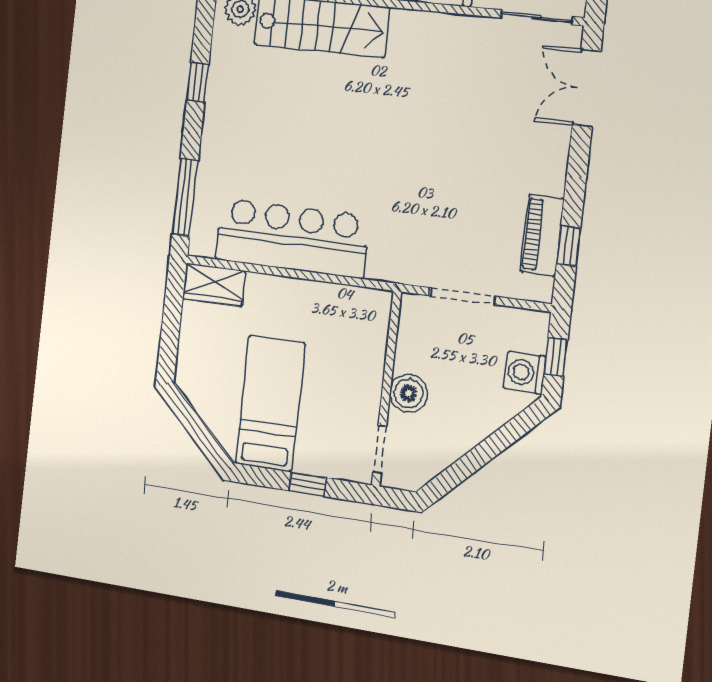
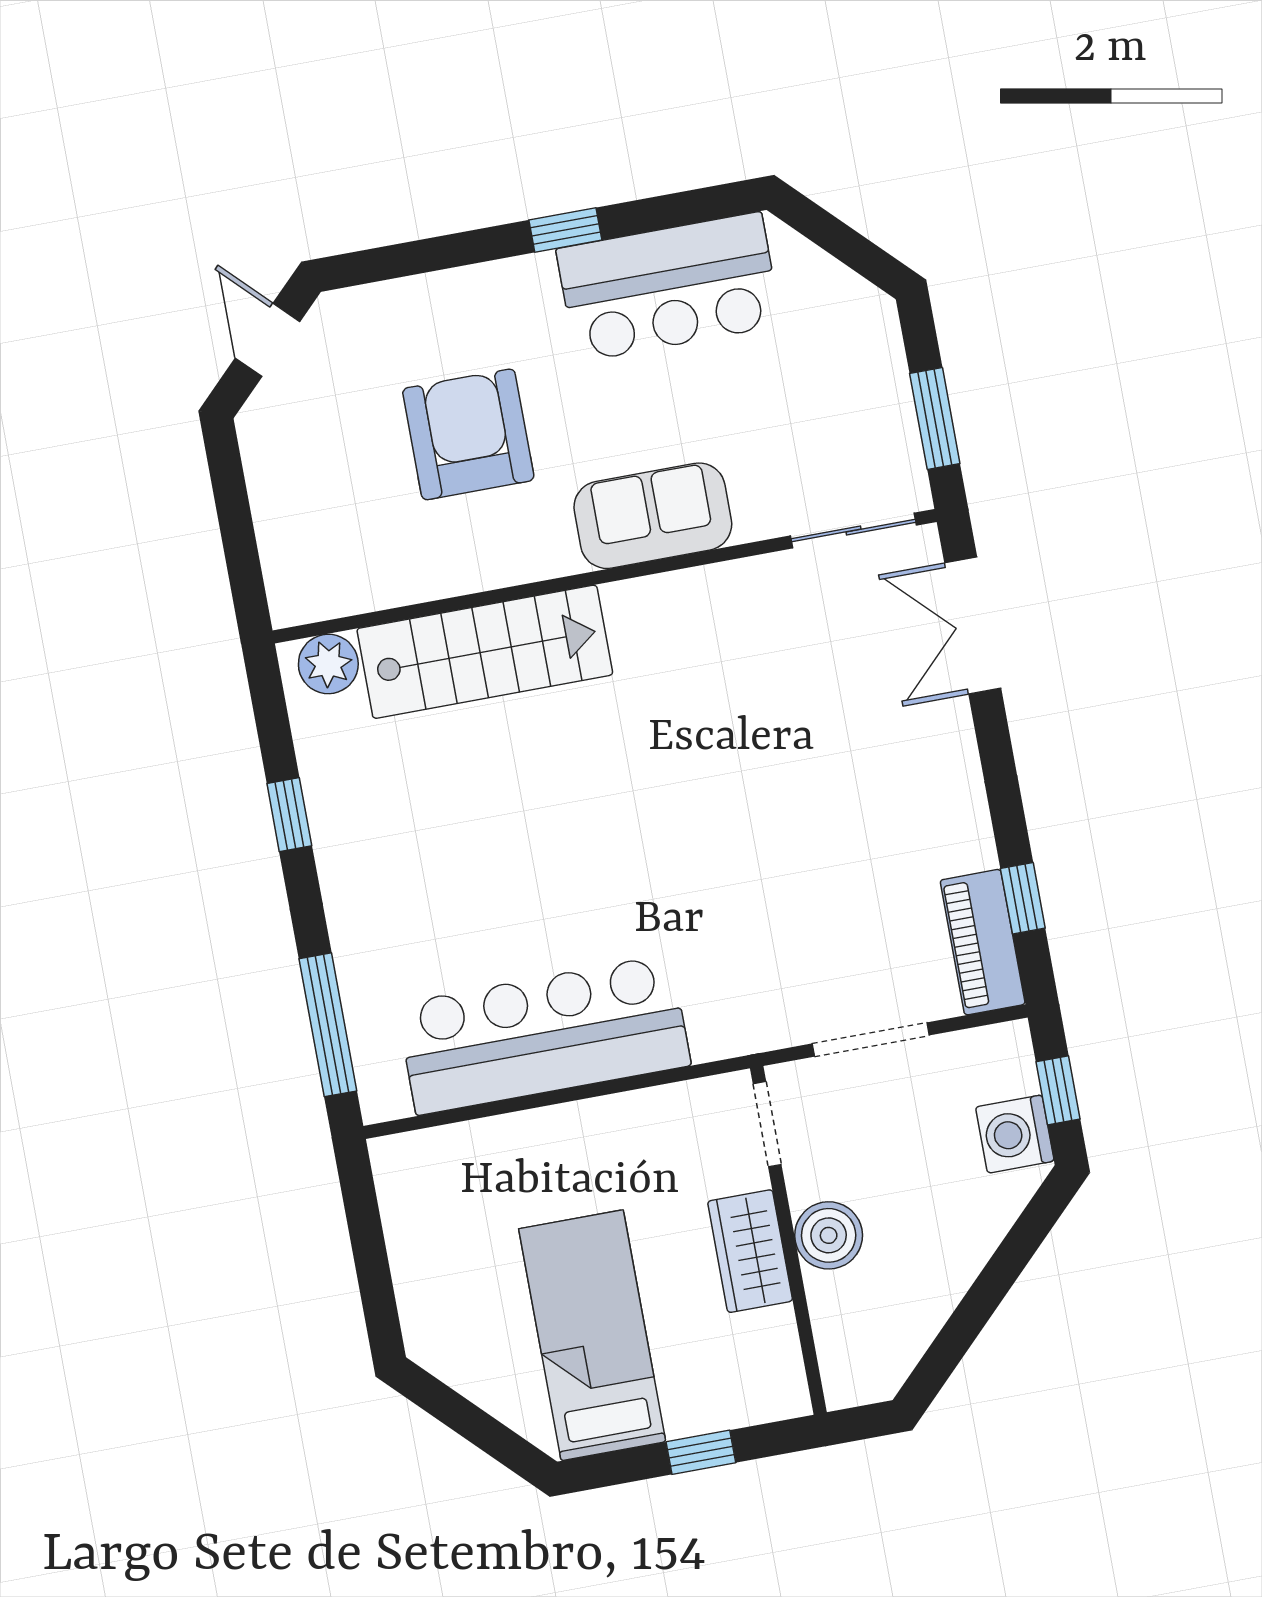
piano: (542, 235) -> (983, 942), moved
wardrobe: (214, 285) -> (750, 1251), moved, turned 90
doorway: (380, 449) -> (767, 1124), moved

